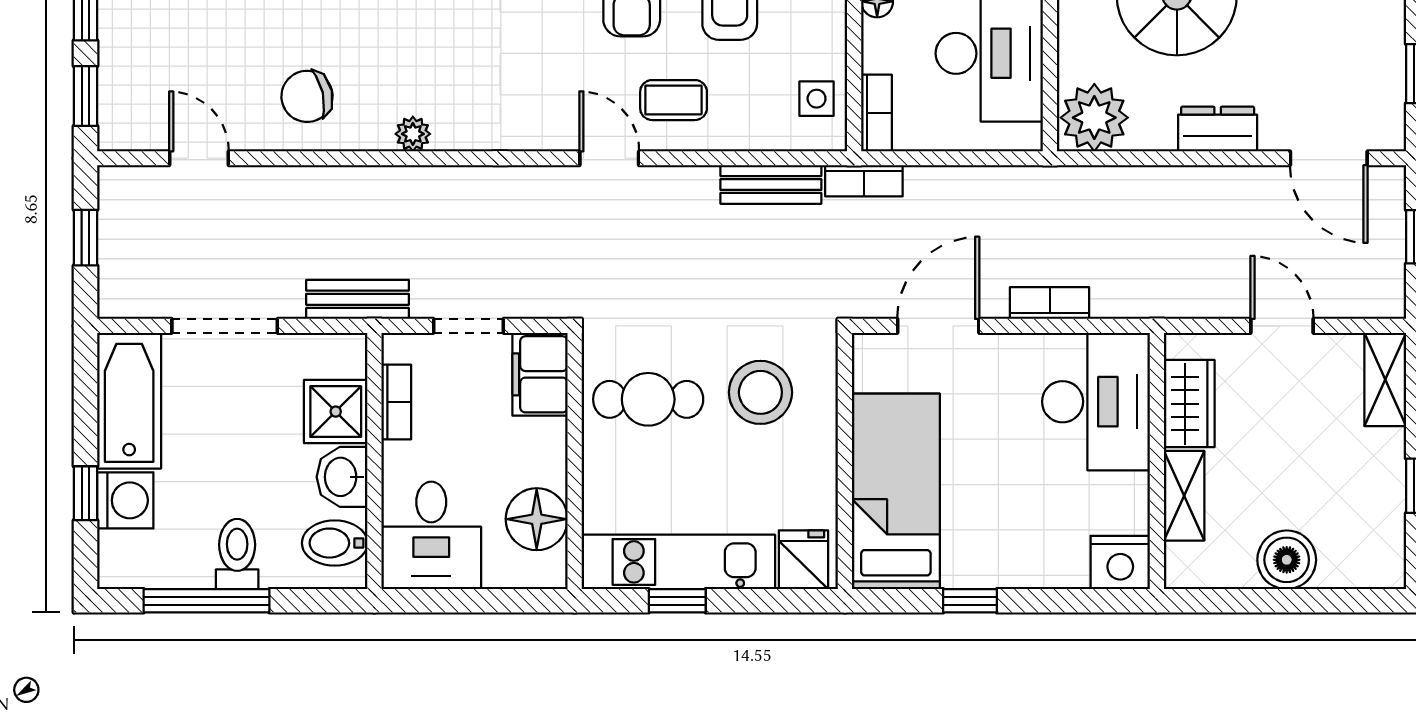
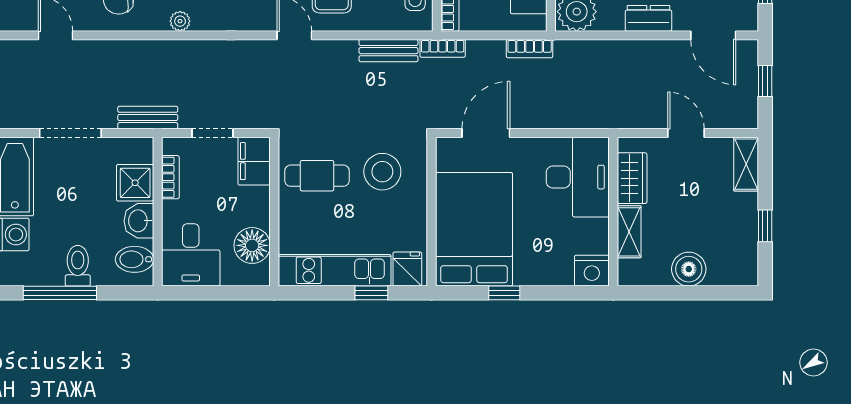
bookcase: (1050, 303) -> (530, 49), moved, turned 180
bed: (896, 491) -> (474, 229), width x1.50
window: (677, 601) -> (371, 293), moved

